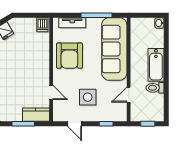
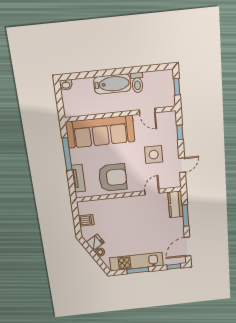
dishwasher: (42, 25) -> (86, 220), moved

